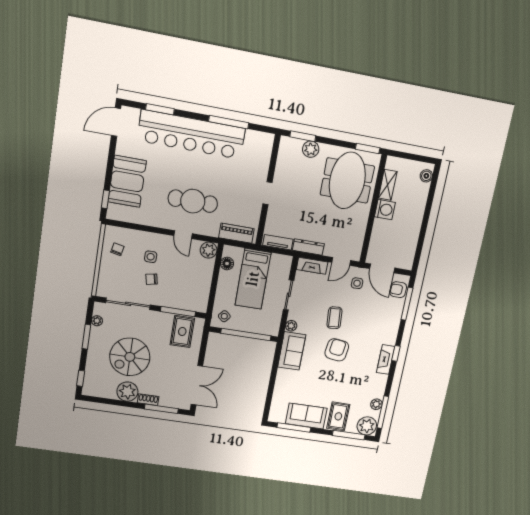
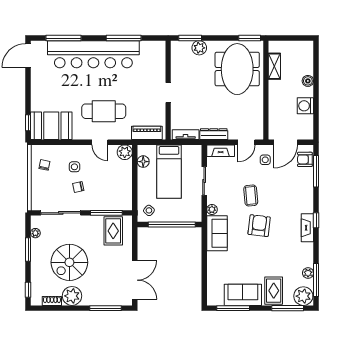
window: (160, 109) -> (63, 38), width x1.44
boiler: (426, 176) -> (308, 81), moved
booth: (127, 181) -> (51, 126), moved, turned 90
washing machine: (385, 210) -> (305, 106), moved, turned 180
door: (382, 268) -> (286, 142), hinge flipped
shoe rack: (148, 400) -> (52, 301), moved

